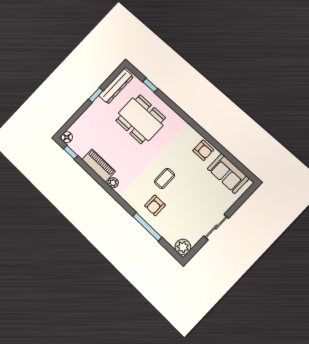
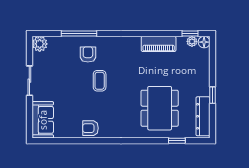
dining table: (141, 119) -> (160, 108), turned 90
sofa: (228, 173) -> (43, 120), moved, turned 90
plant: (113, 183) -> (192, 41), moved

